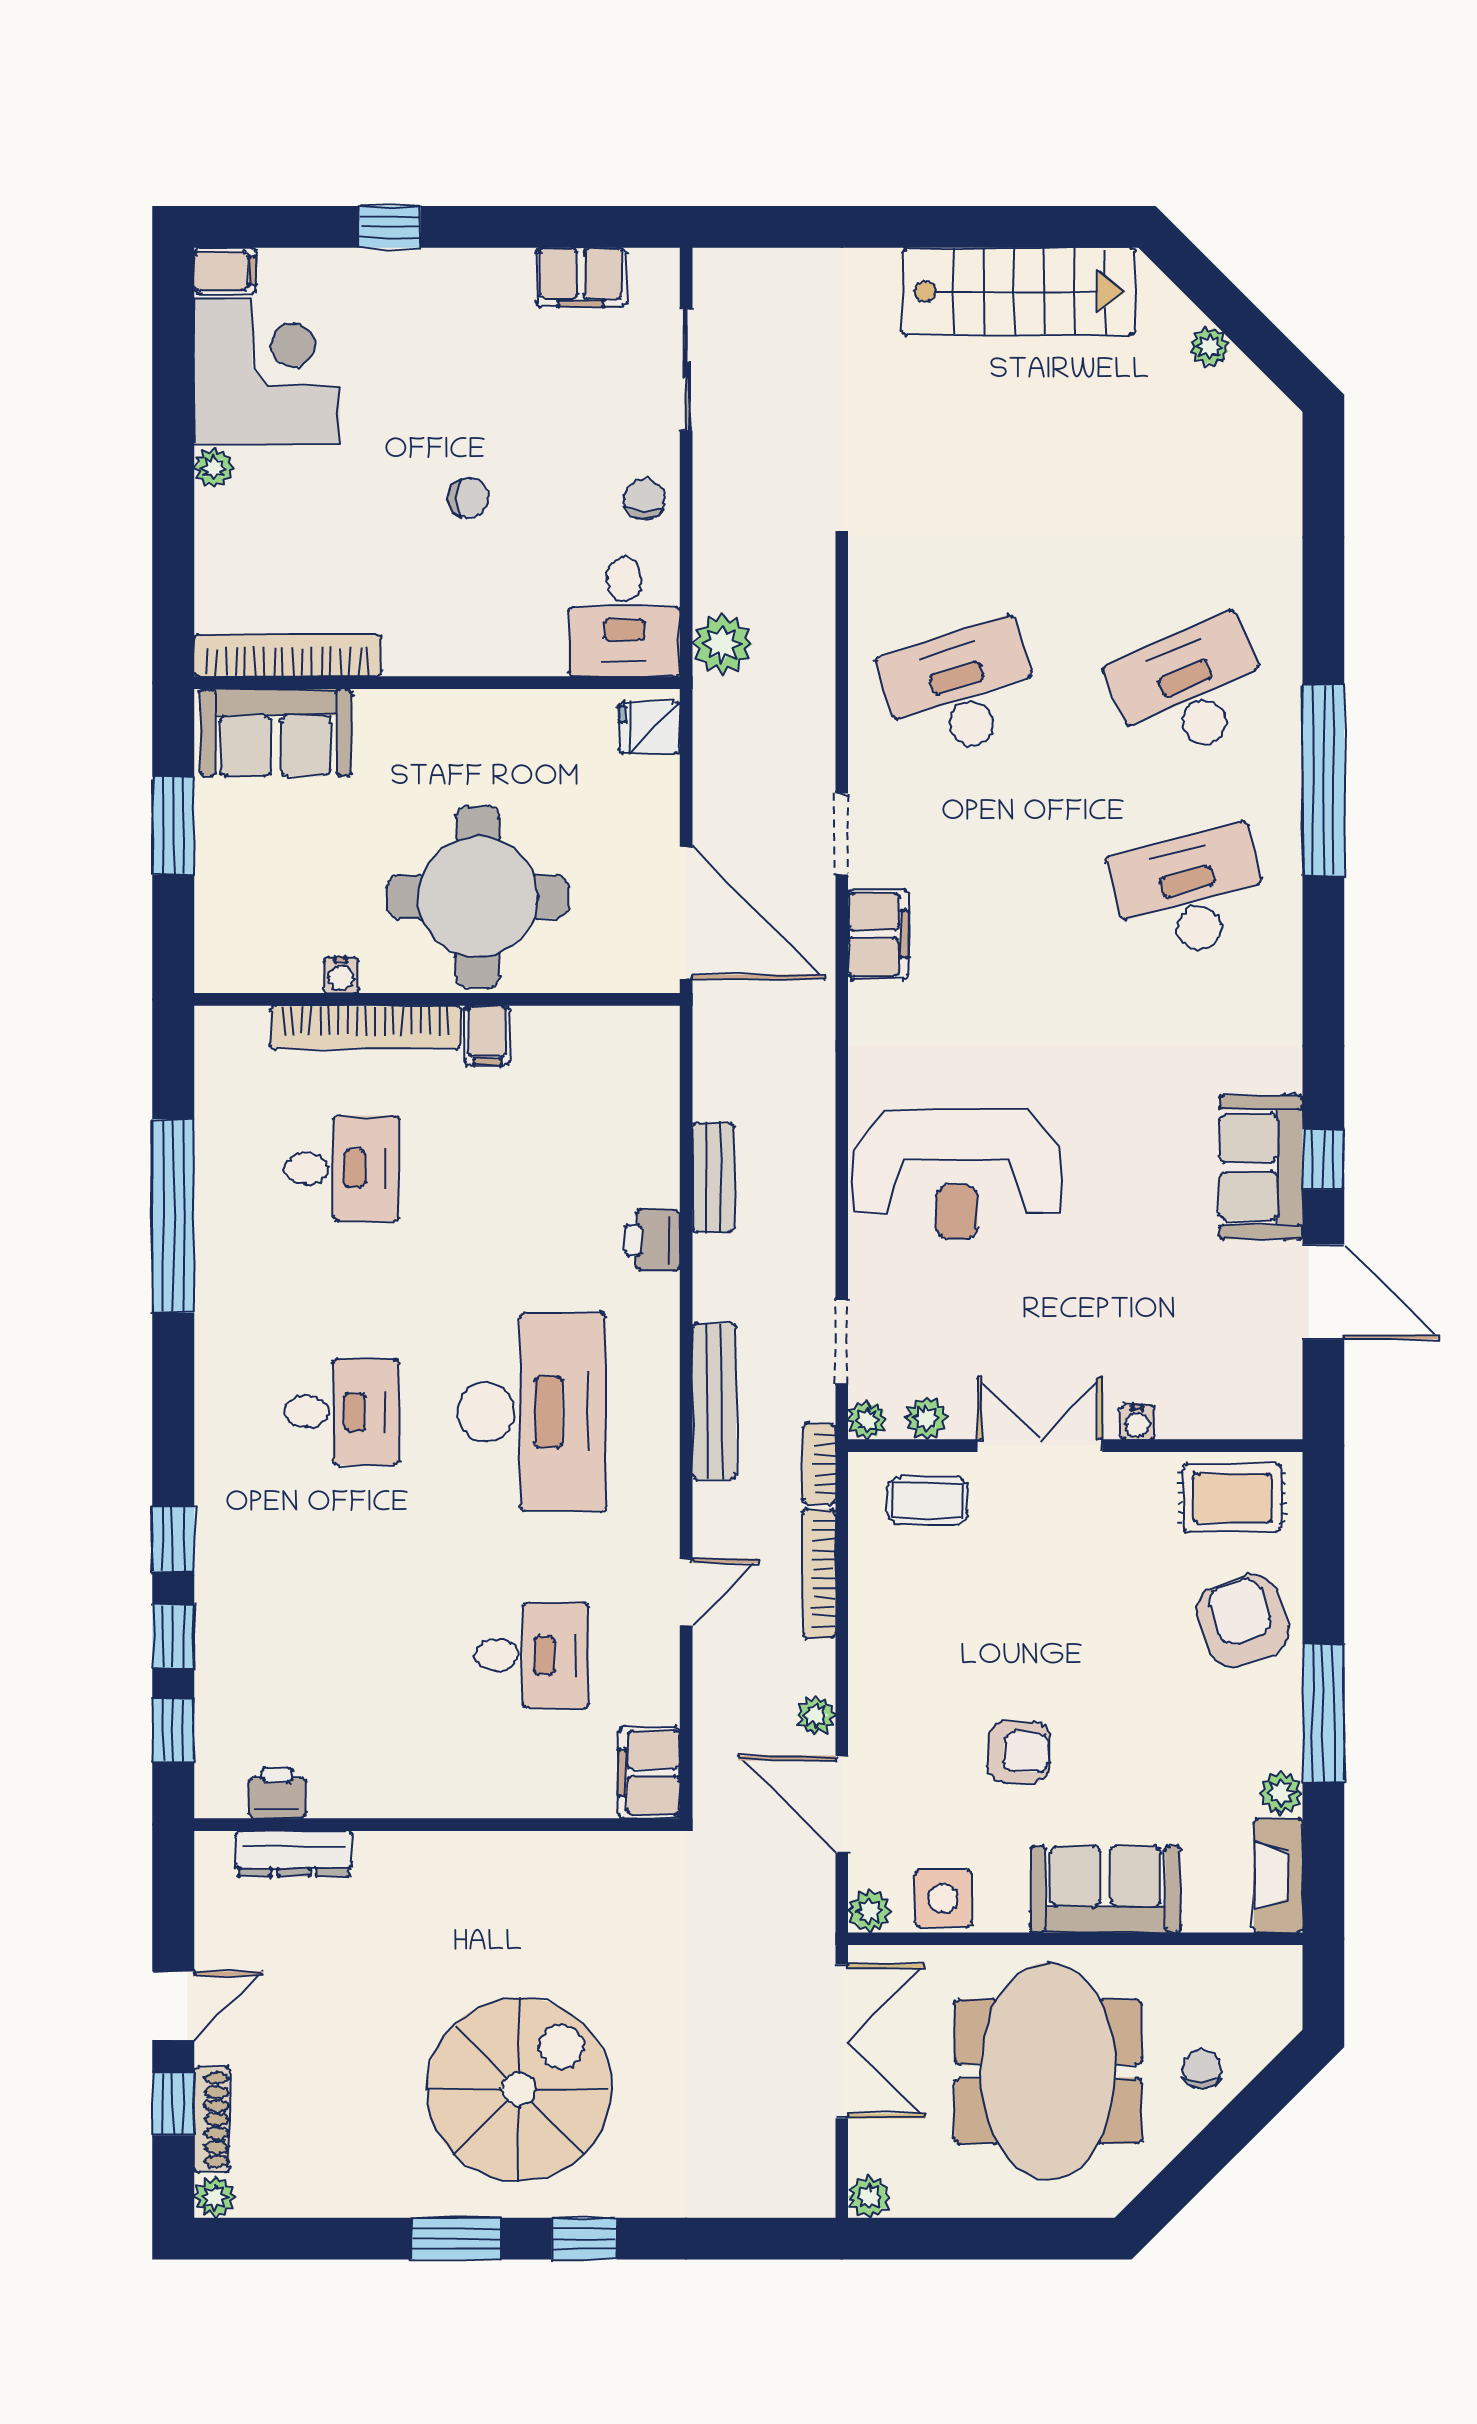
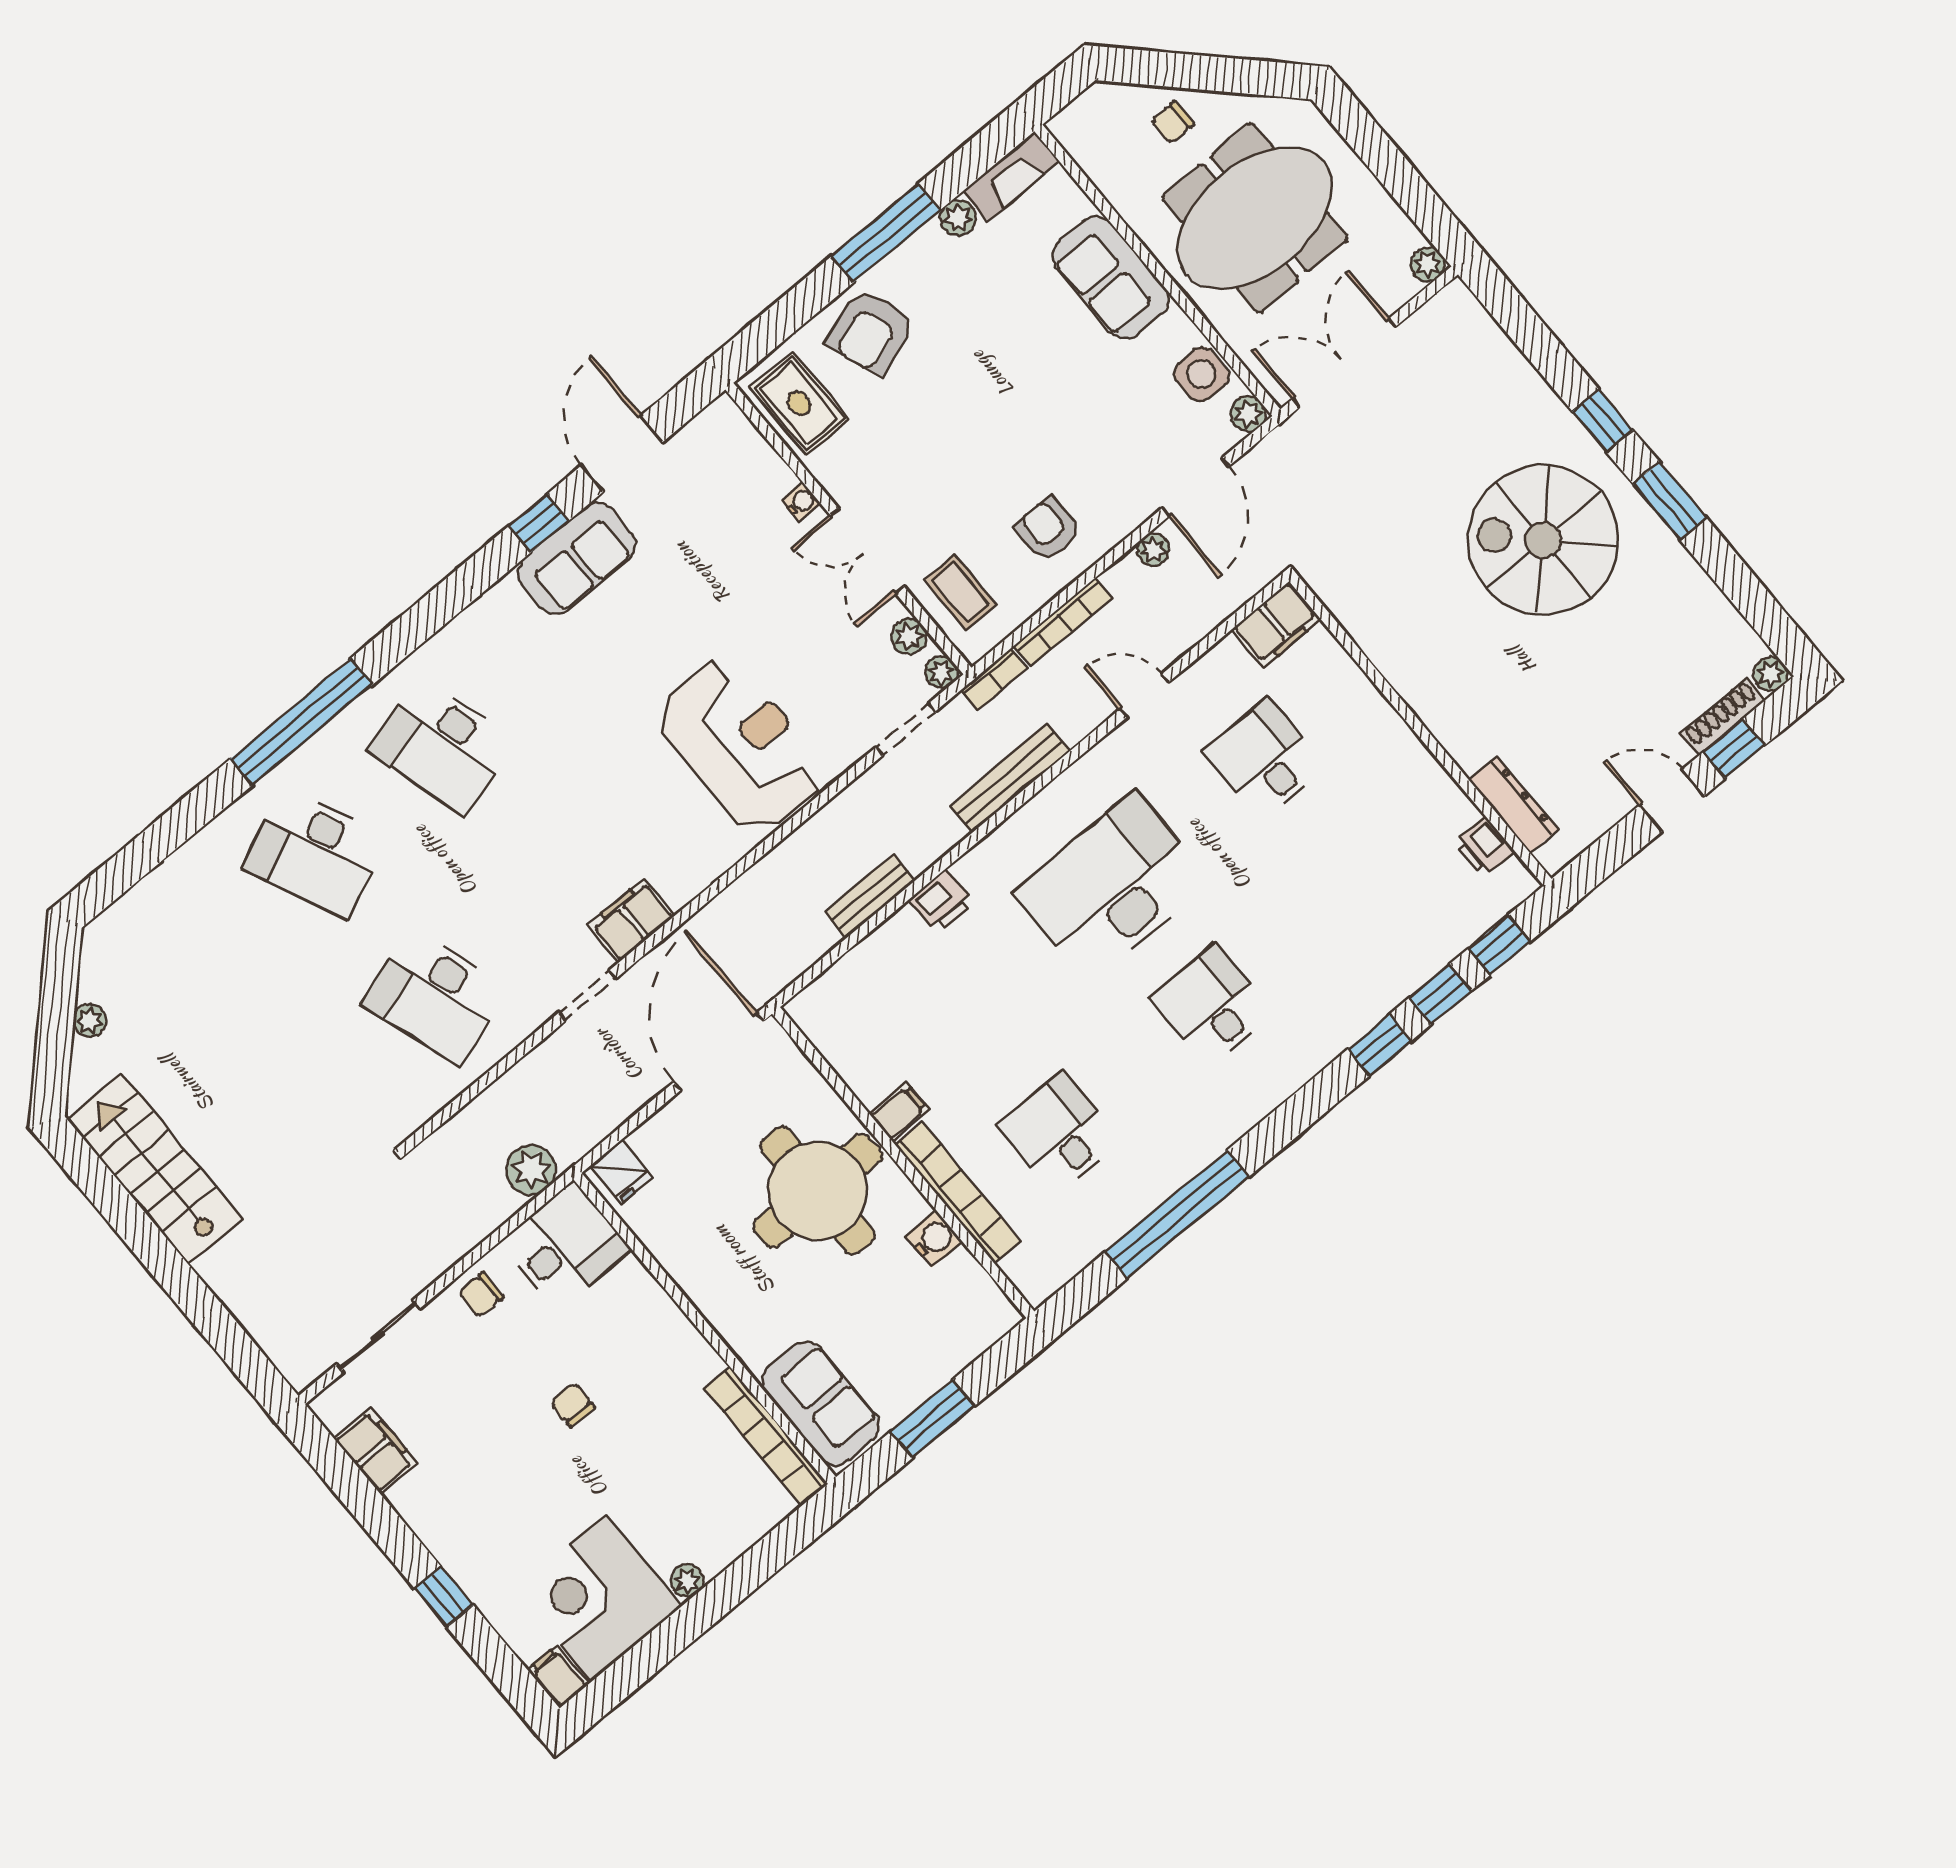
water cooler: (341, 975) -> (934, 1239), width x1.38, depth x1.38
armchair: (1019, 1752) -> (1048, 529), moved

